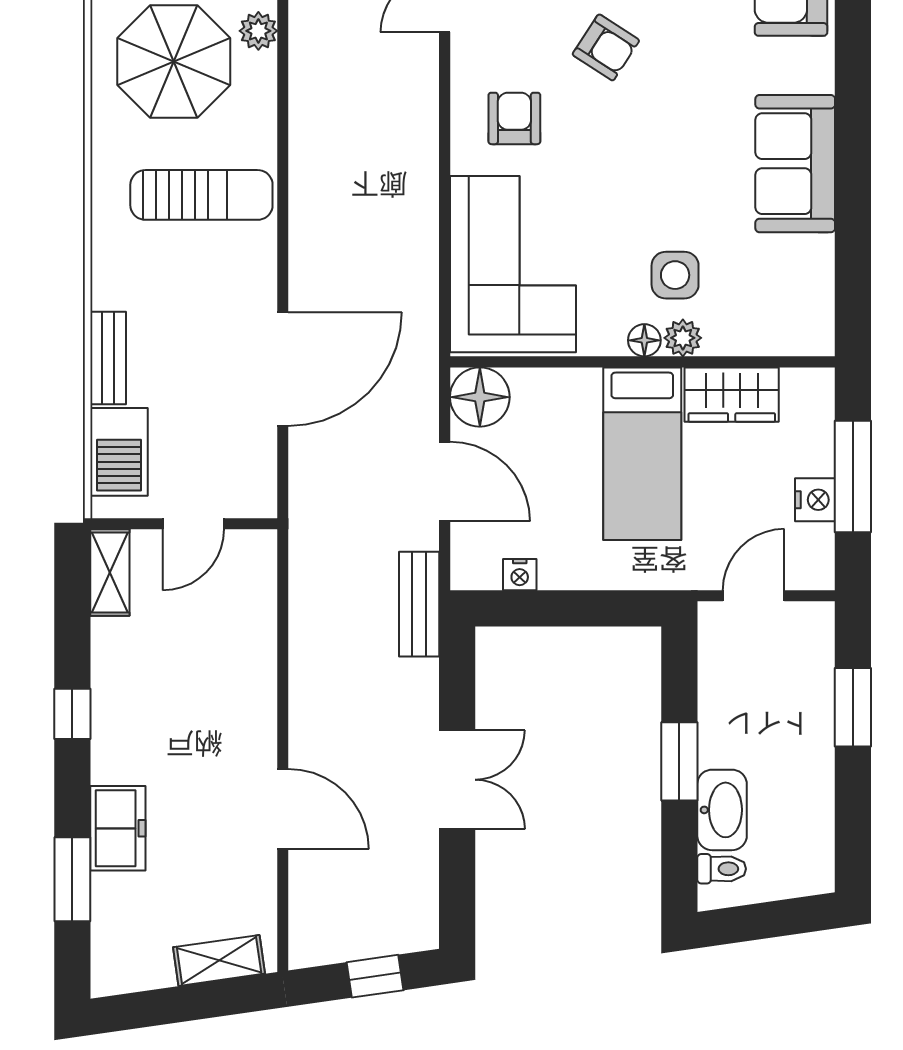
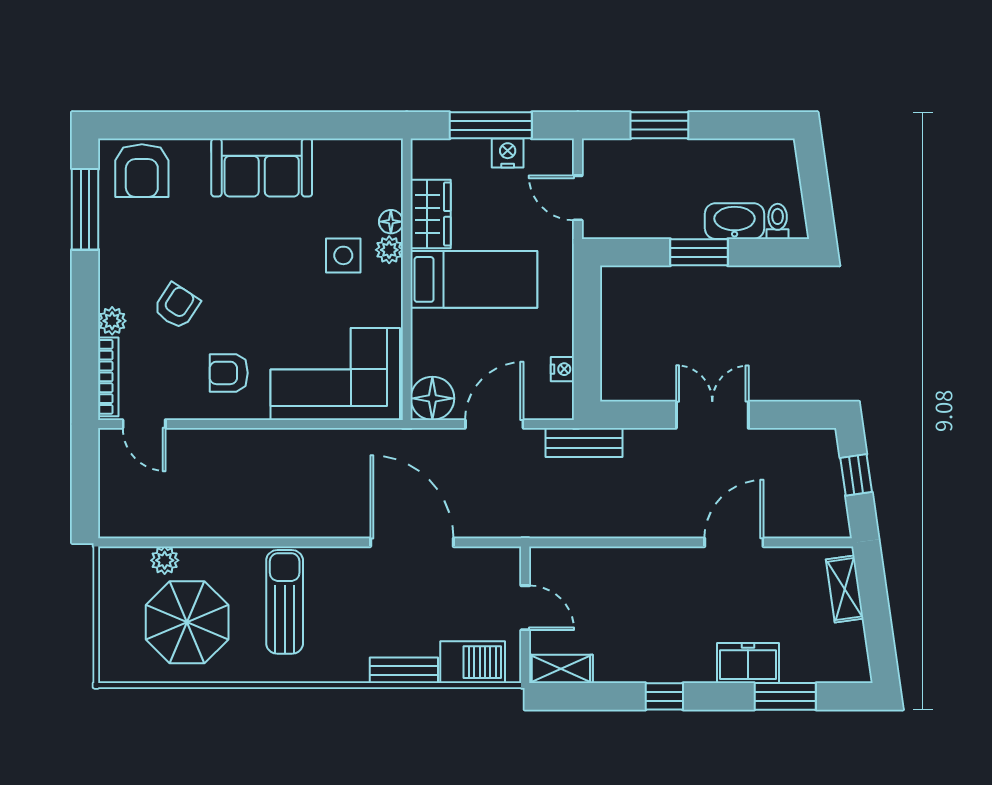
floor lamp: (644, 340) -> (391, 222), moved

